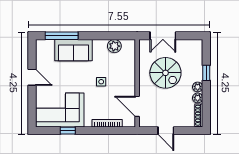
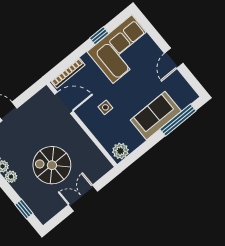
window: (206, 73) -> (24, 209), moved
door: (32, 77) -> (174, 58), hinge flipped
wall: (137, 83) -> (82, 124), moved
door: (137, 106) -> (64, 103), moved

